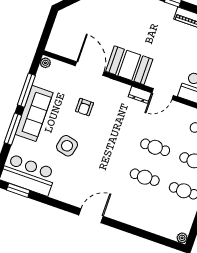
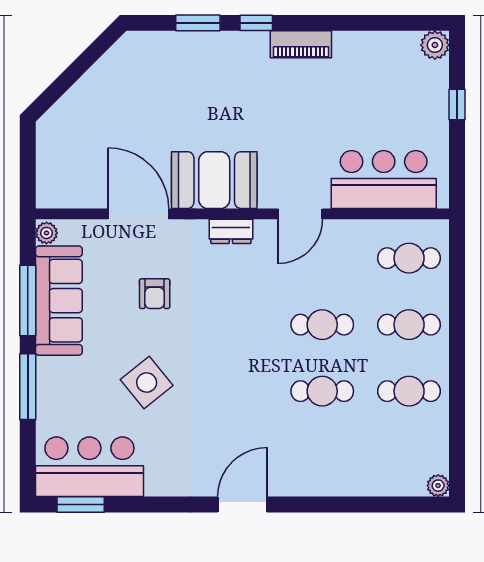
dresser: (140, 95) -> (231, 231), moved
sofa: (34, 113) -> (59, 301), moved
side table: (67, 146) -> (147, 382), turned 37

